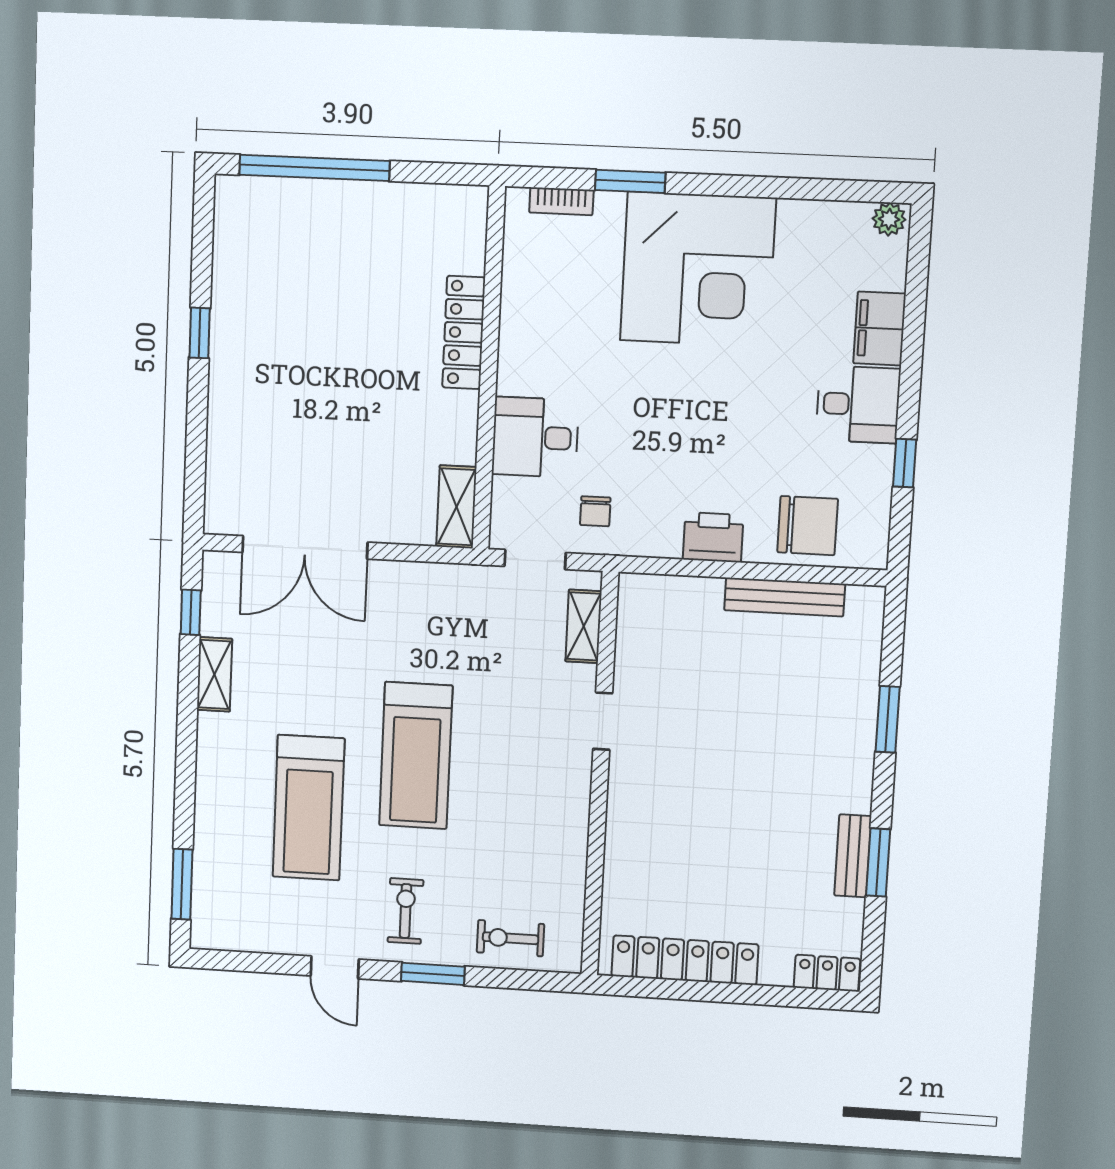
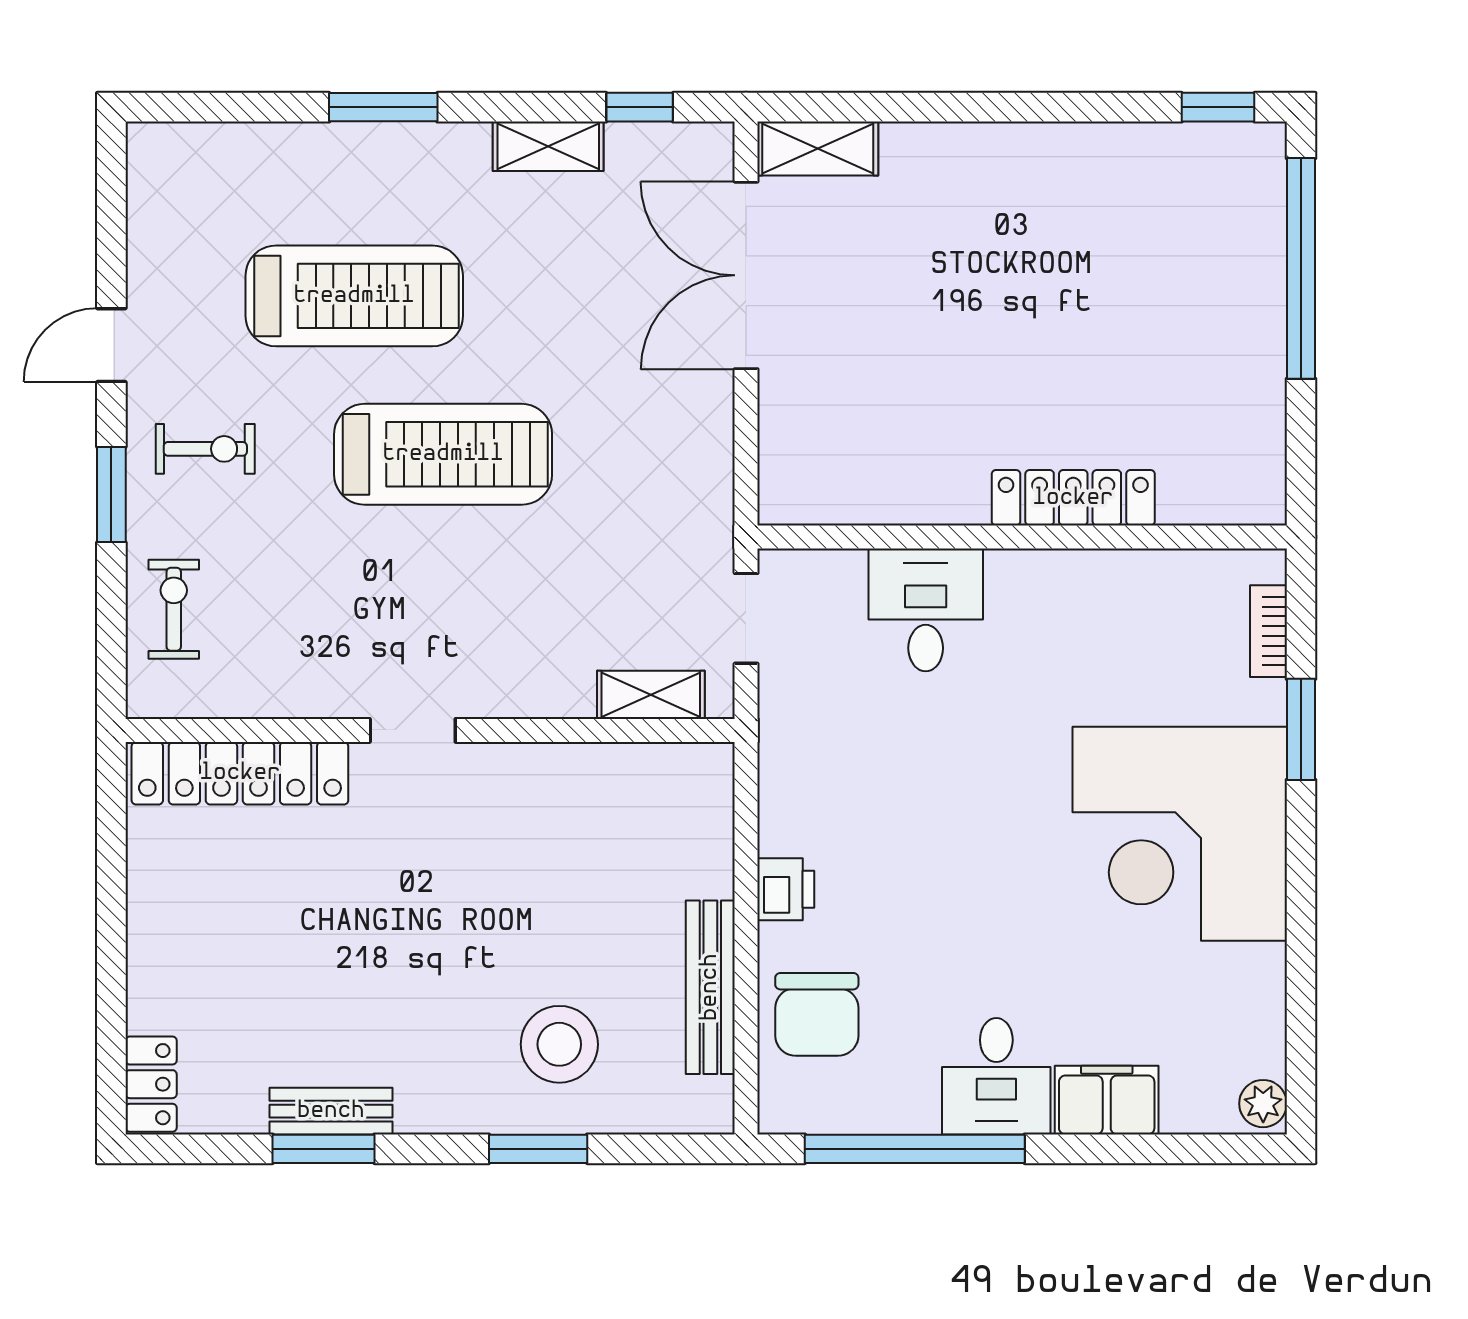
window: (200, 333) -> (1218, 107), moved
window: (905, 463) -> (915, 1149), width x3.17
shelving: (456, 507) -> (818, 149), moved
chair: (595, 511) -> (822, 703), removed
printer: (713, 537) -> (786, 889), width x0.73, depth x0.81
stool: (817, 701) -> (559, 1044), added
doorway: (603, 721) -> (413, 730), moved
treadmill: (416, 756) -> (443, 454), turned 180
treadmill: (309, 808) -> (354, 296), turned 180
window: (182, 884) -> (383, 107), moved
locker: (685, 960) -> (240, 773), moved, turned 90

